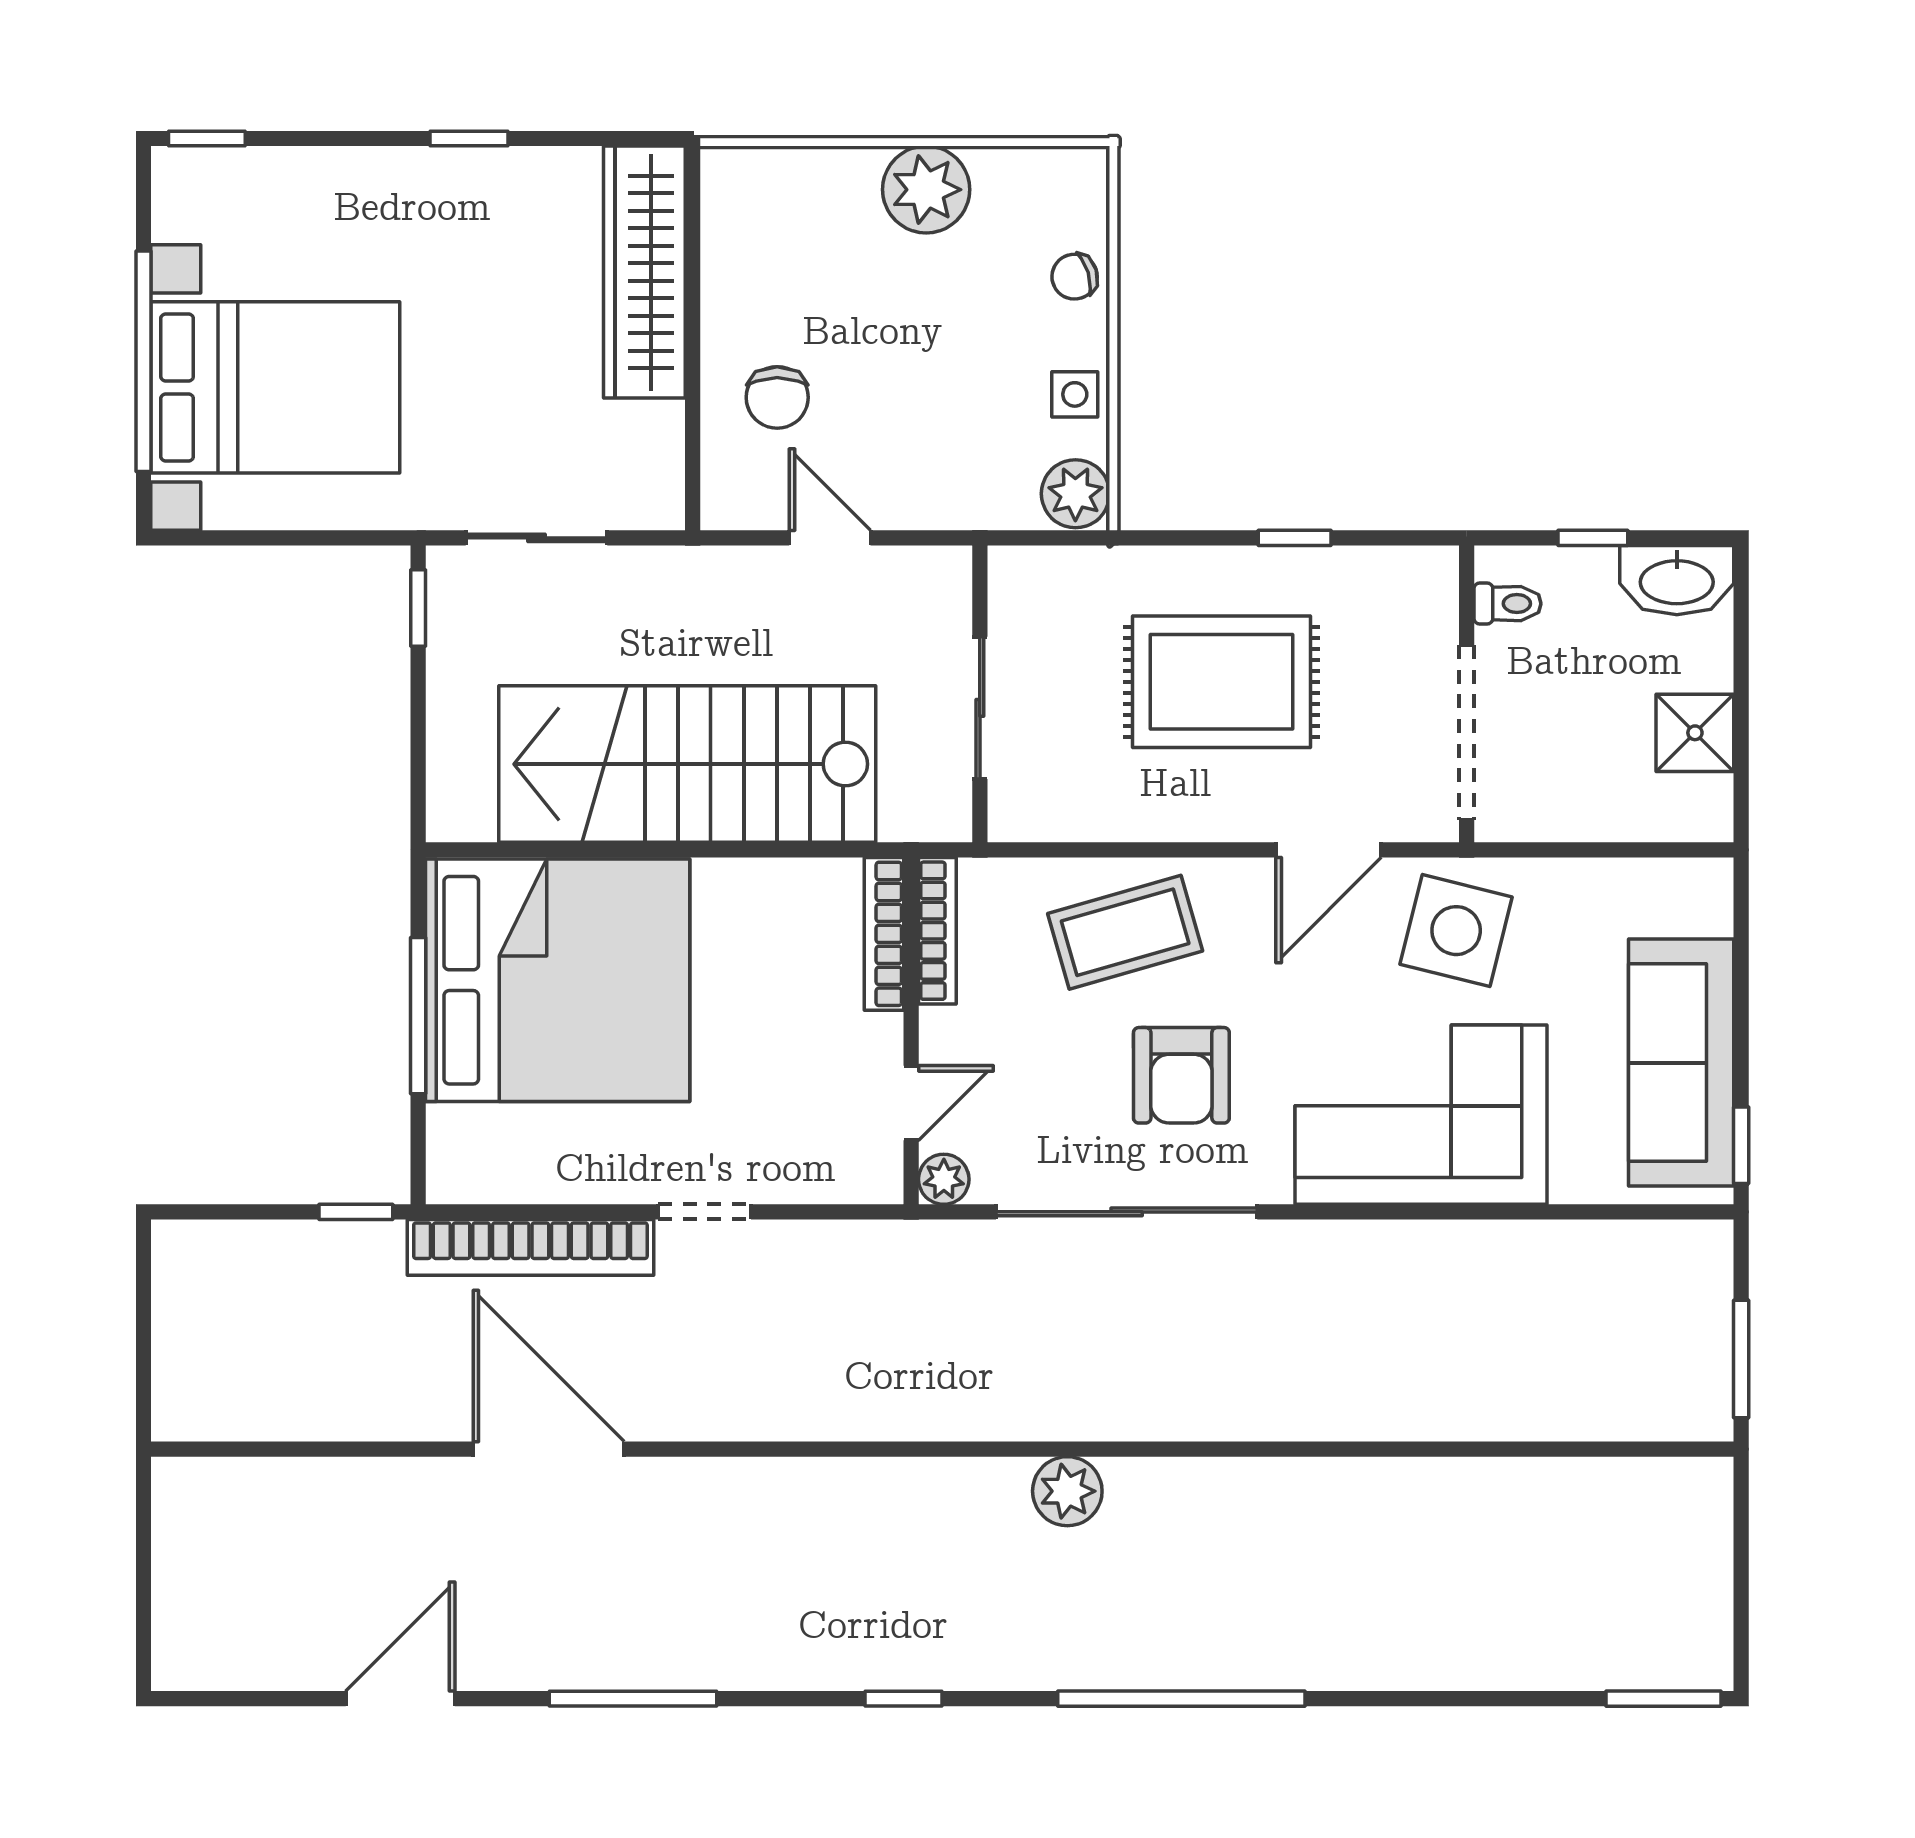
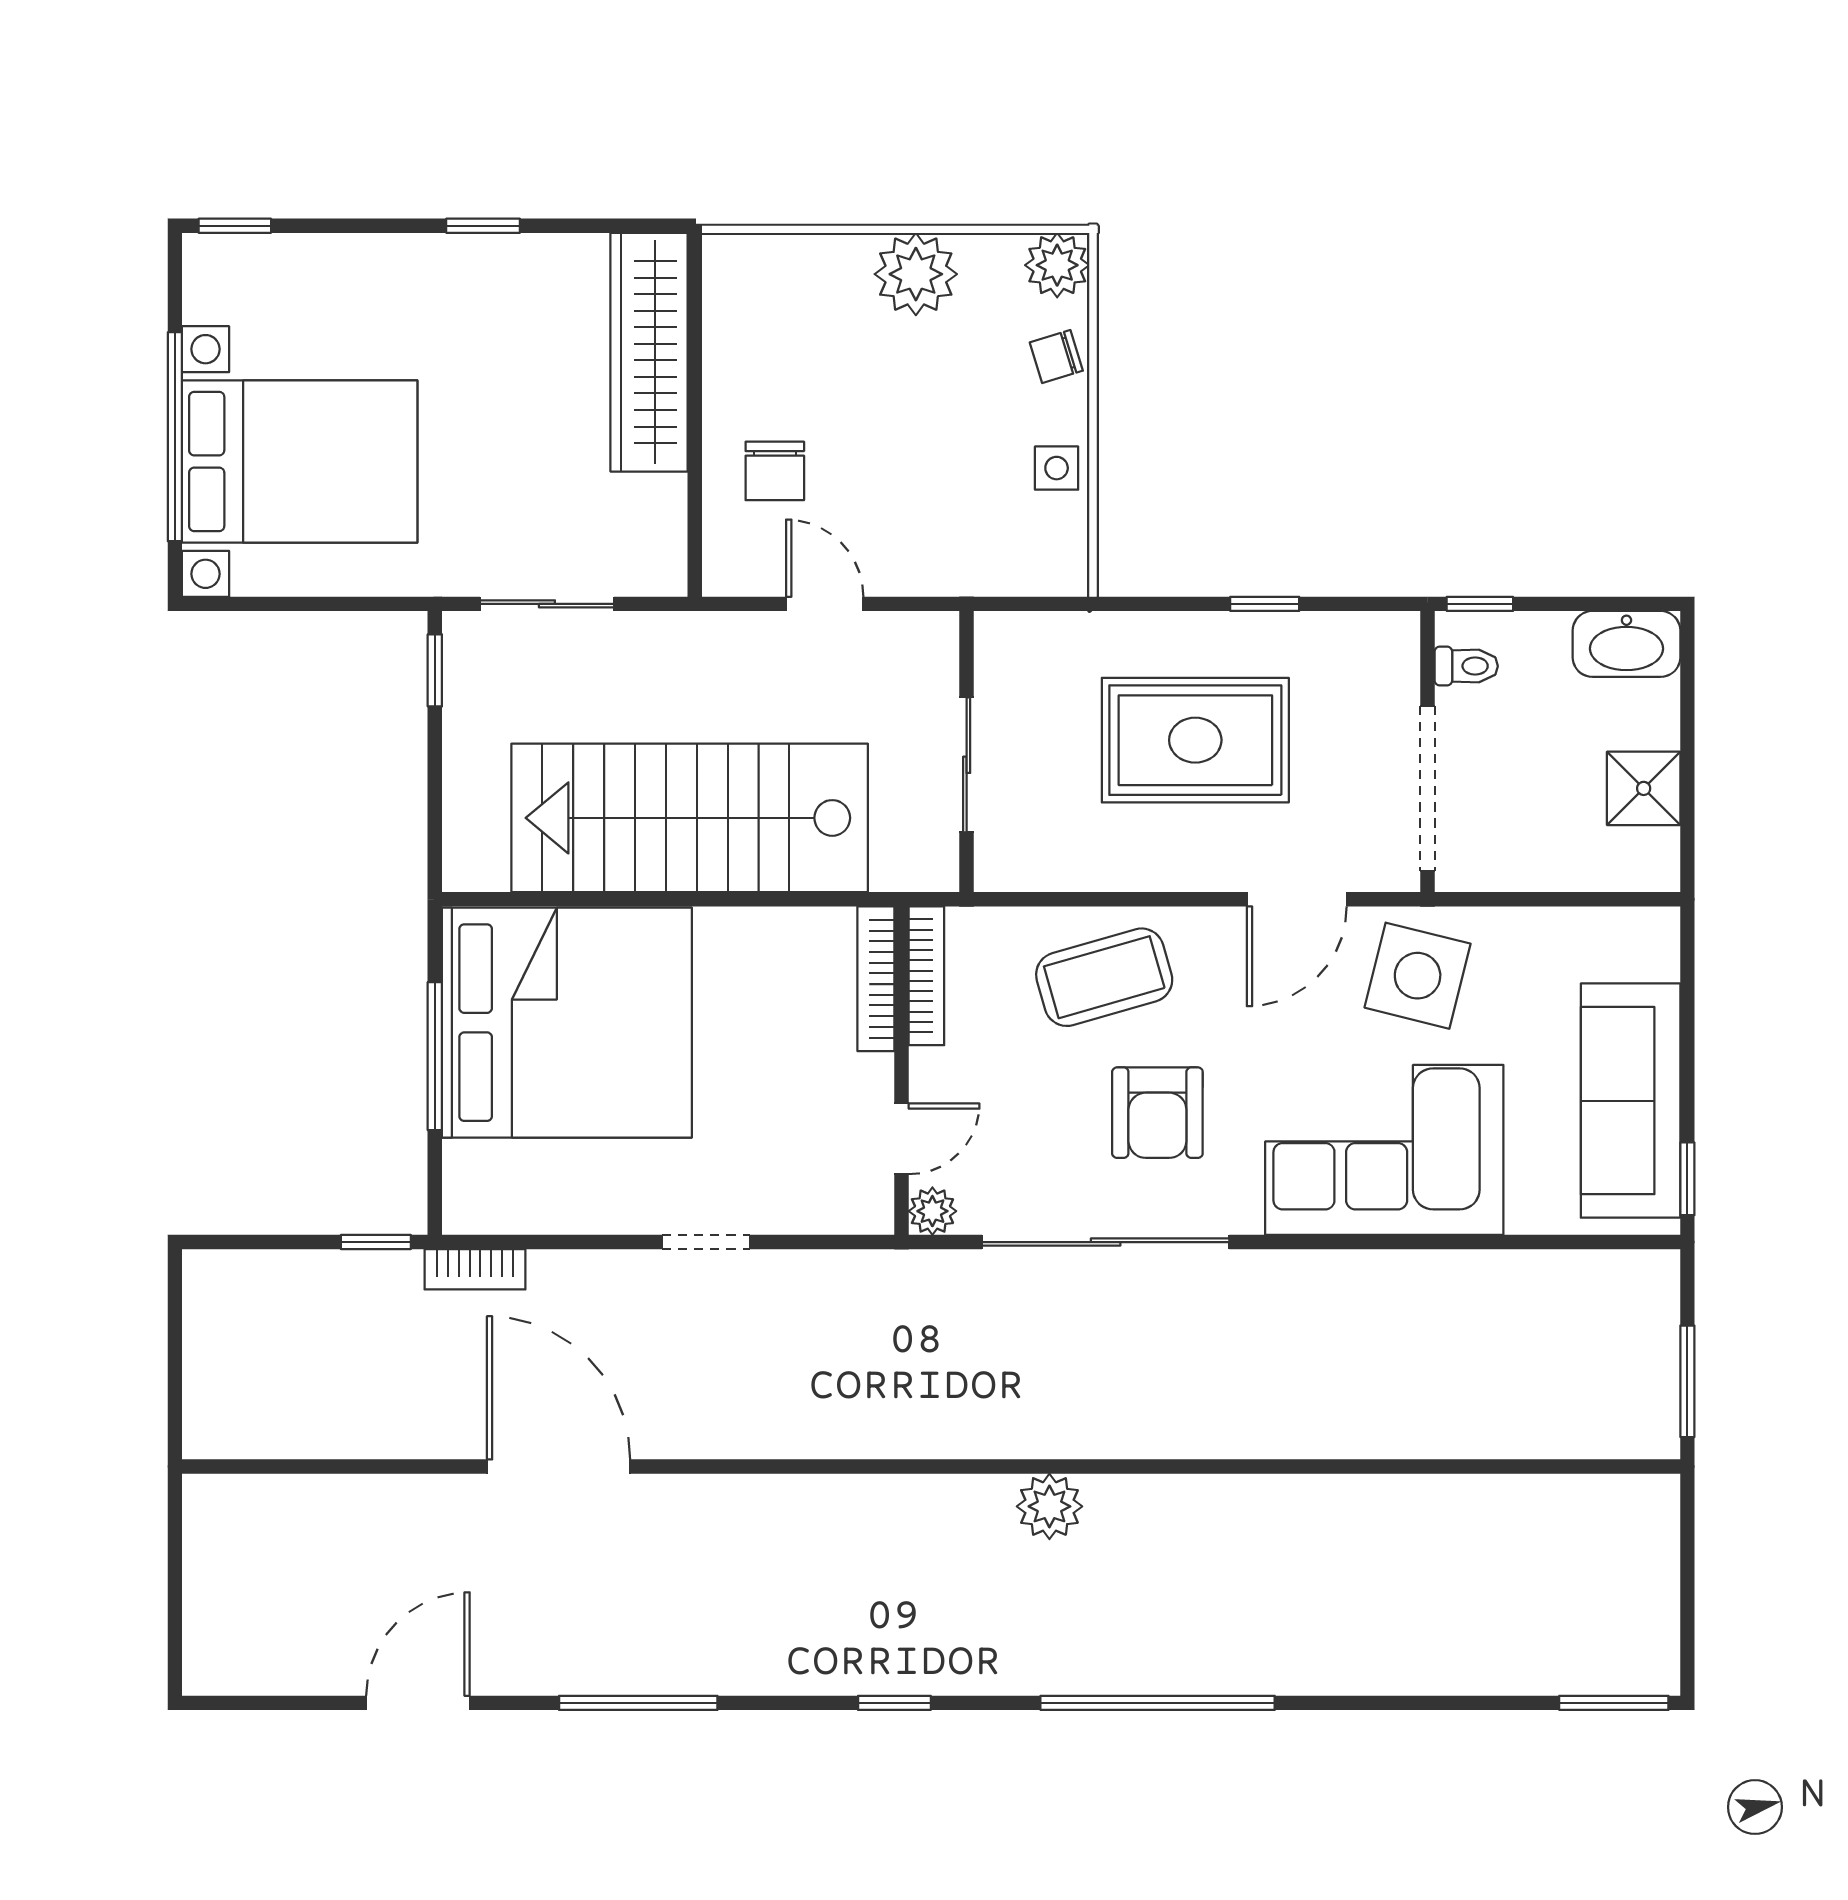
plant: (1075, 494) -> (1057, 265), moved
window: (1593, 538) -> (1480, 604), moved
bookcase: (530, 1247) -> (475, 1269), width x0.43, depth x0.76

